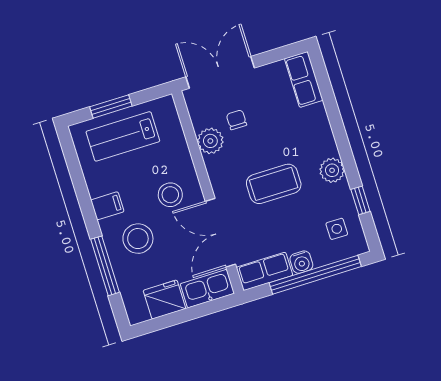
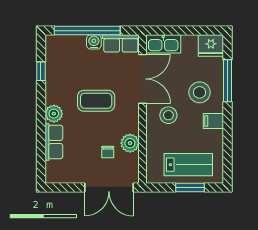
row of seats: (304, 79) -> (54, 142), moved
plant: (332, 170) -> (54, 114), moved
side table: (337, 229) -> (63, 57), removed
fridge: (164, 300) -> (211, 46), moved

